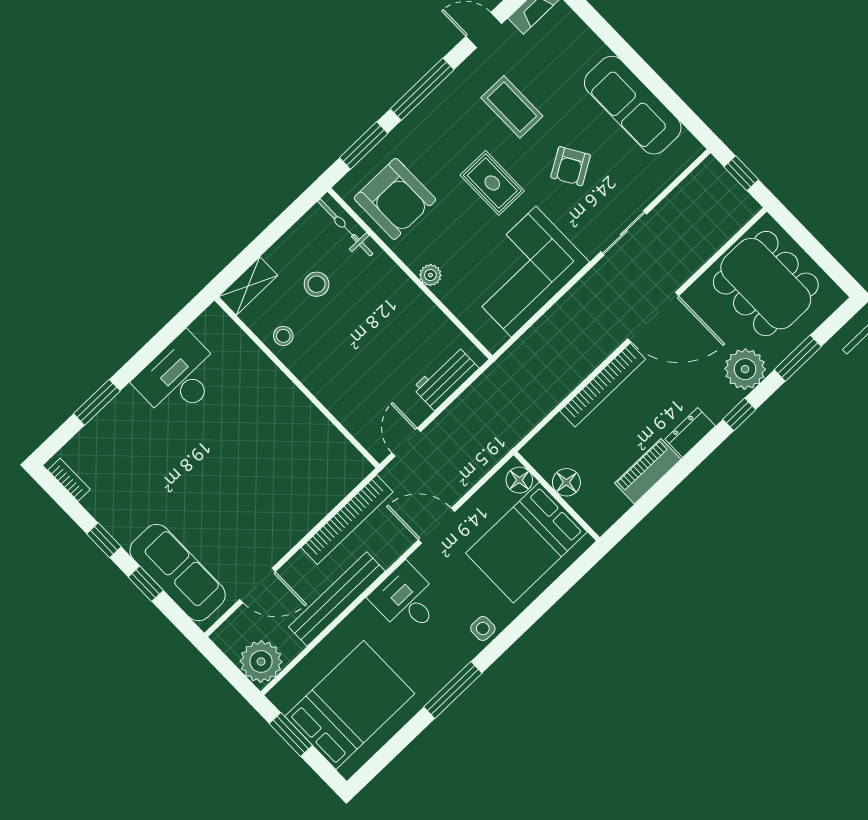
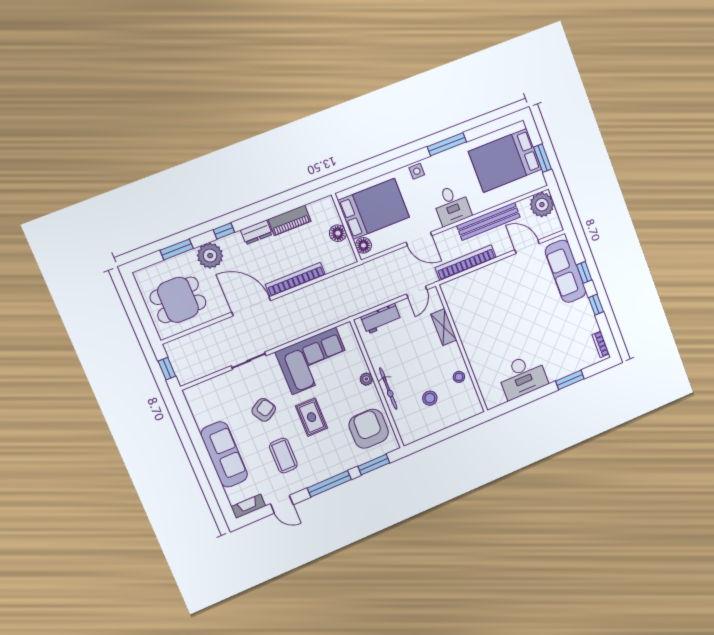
sofa: (633, 105) -> (224, 454), moved
bicycle: (345, 228) -> (388, 389), moved
dining table: (766, 284) -> (178, 300), width x0.73
shelving: (248, 286) -> (444, 327), moved, turned 90

